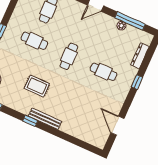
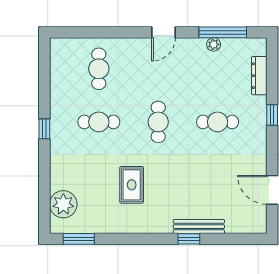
rug: (37, 86) -> (132, 185), turned 90
bench: (45, 119) -> (199, 227), moved
window: (30, 121) -> (189, 239), moved

